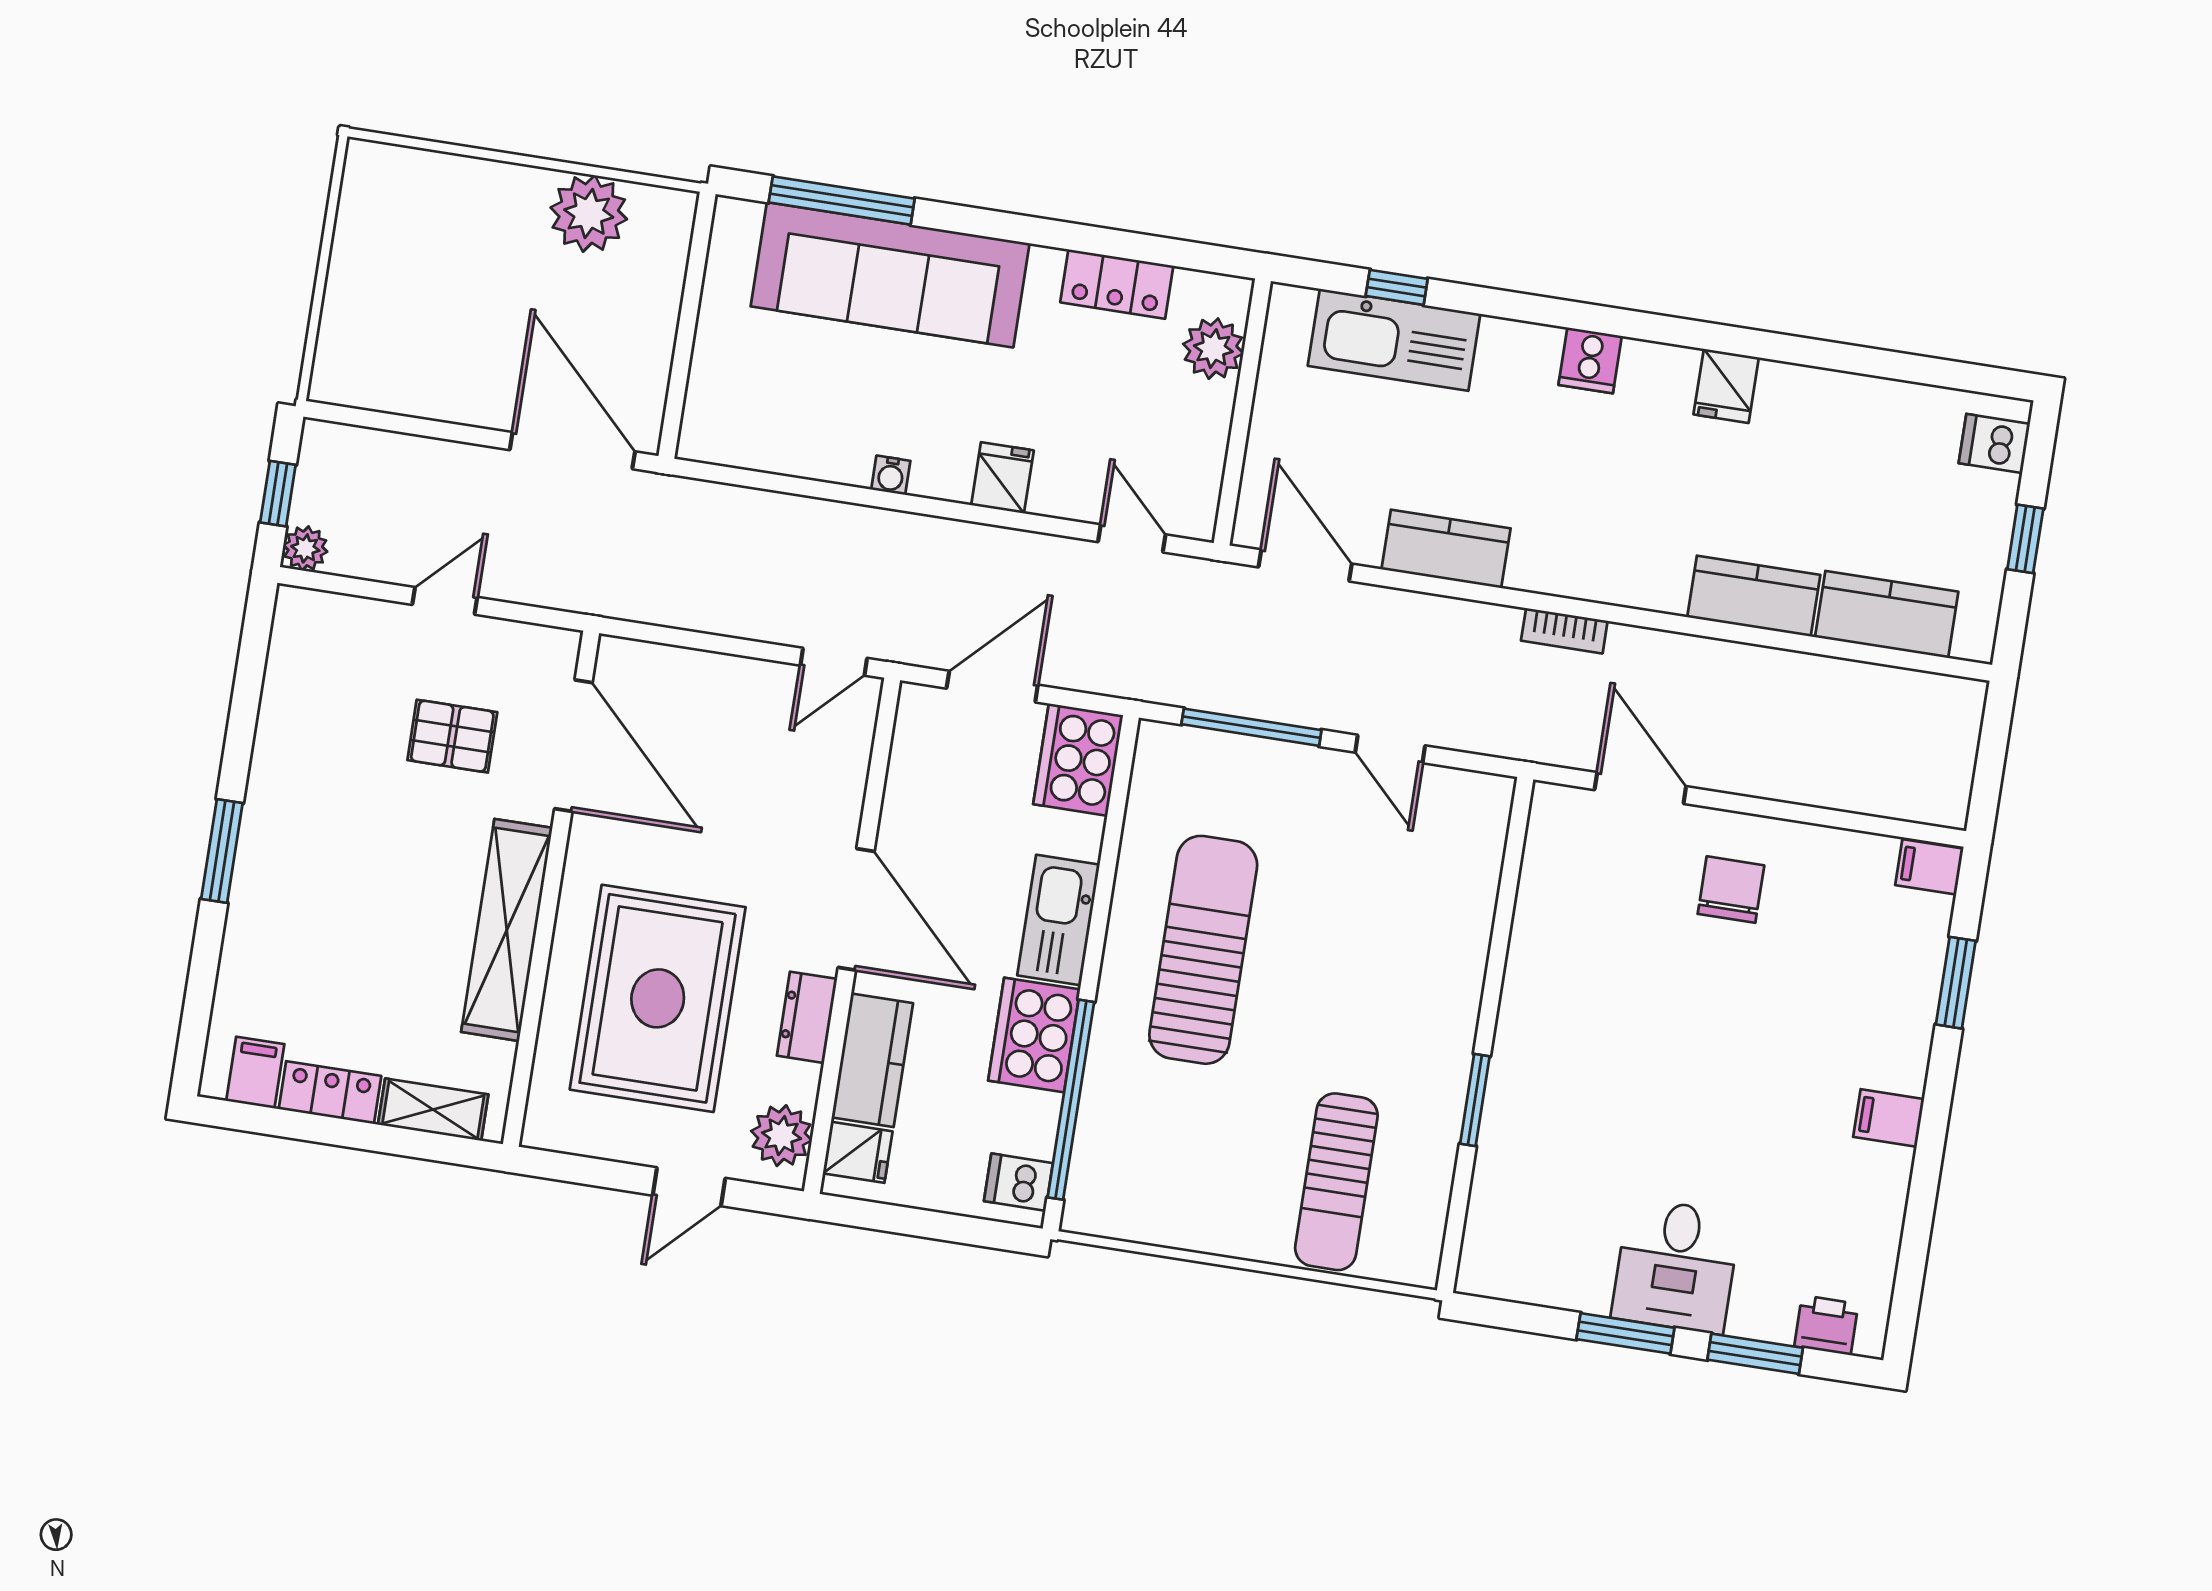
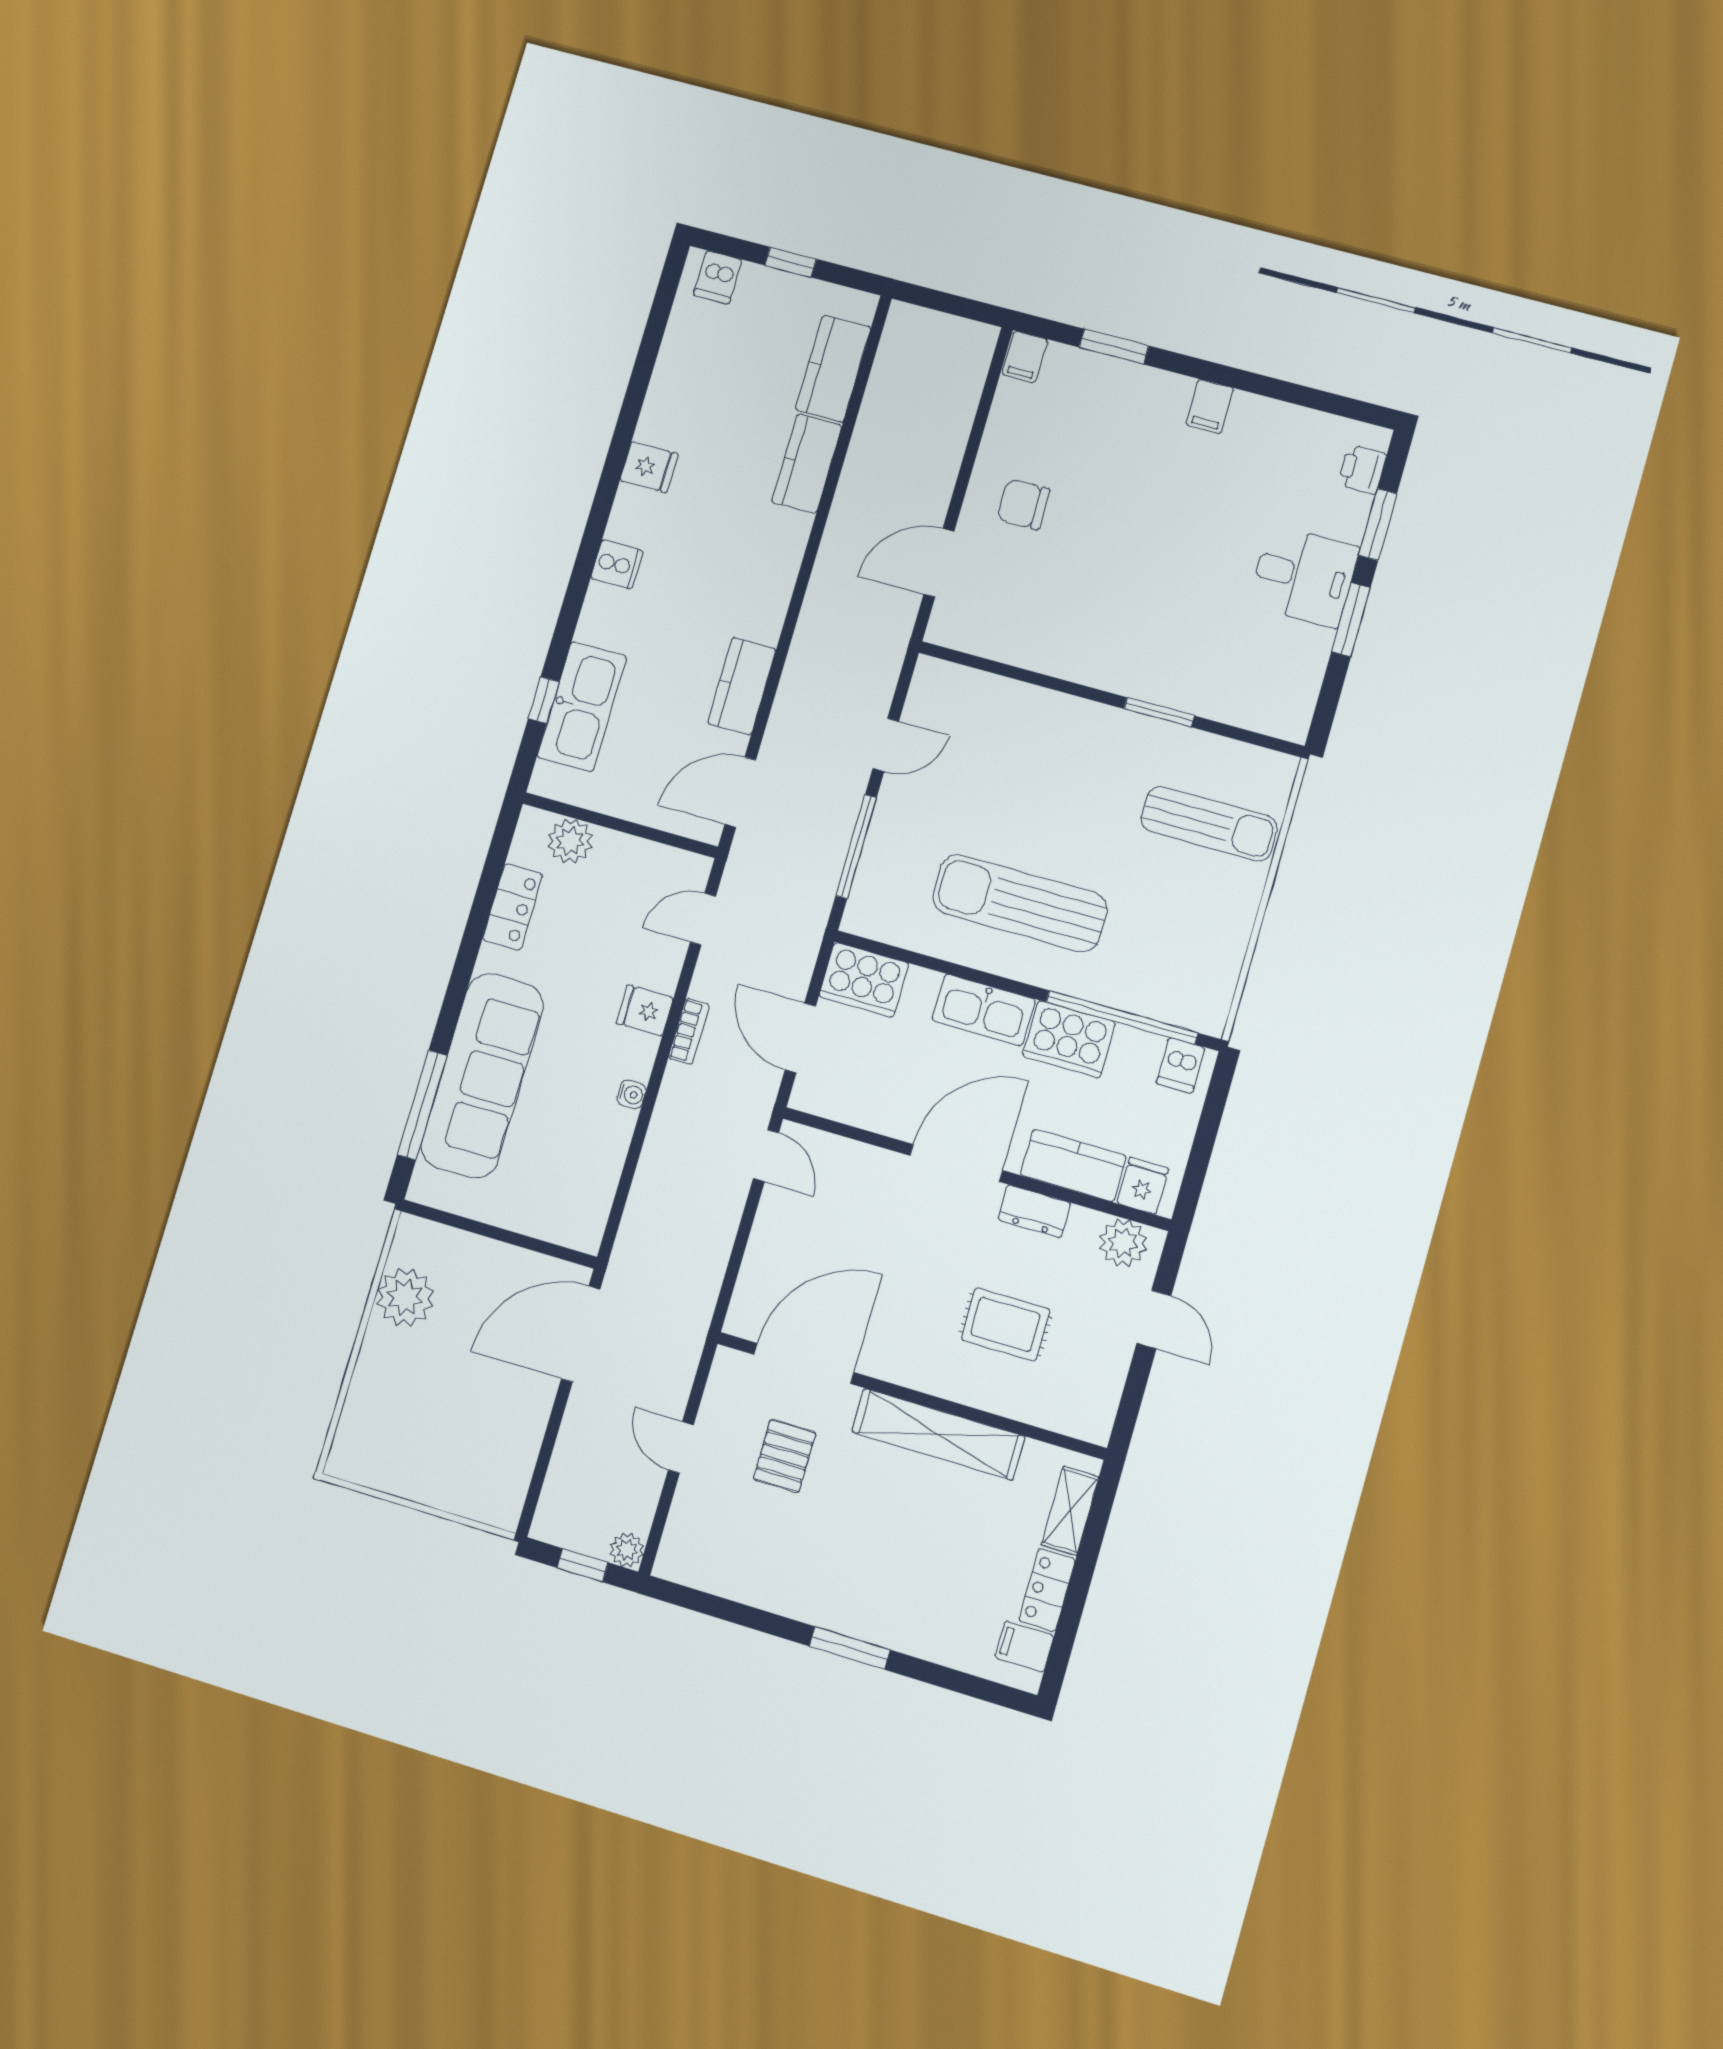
bookcase: (1564, 631) -> (689, 1031), moved
rug: (658, 998) -> (1005, 1324), width x0.54, depth x0.49

